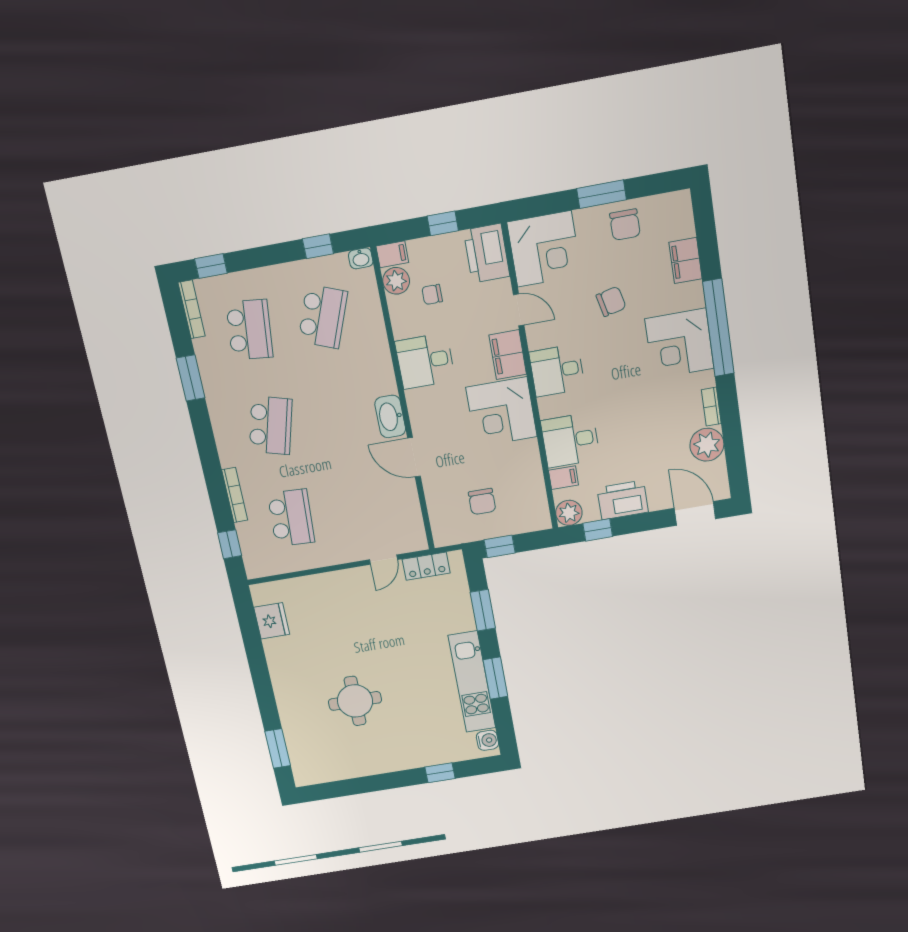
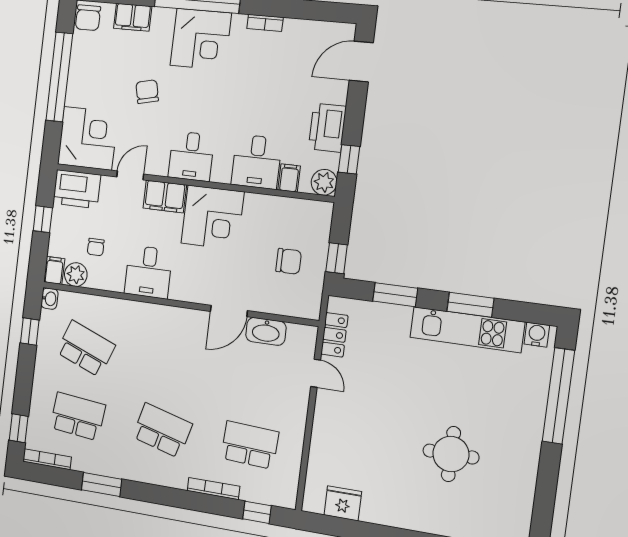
window: (602, 194) -> (59, 77), width x2.11
chair: (625, 225) -> (88, 18), moved, turned 90
washbasin: (390, 417) -> (266, 331), moved
plant: (707, 445) -> (299, 35), removed
window: (440, 773) -> (558, 396), width x3.17

